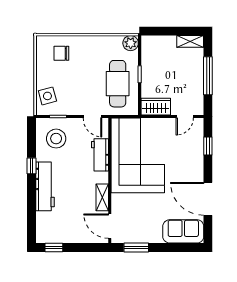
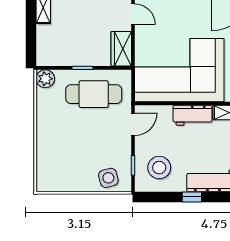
chair: (61, 53) -> (57, 161), removed
workbench: (100, 155) -> (192, 115), moved

